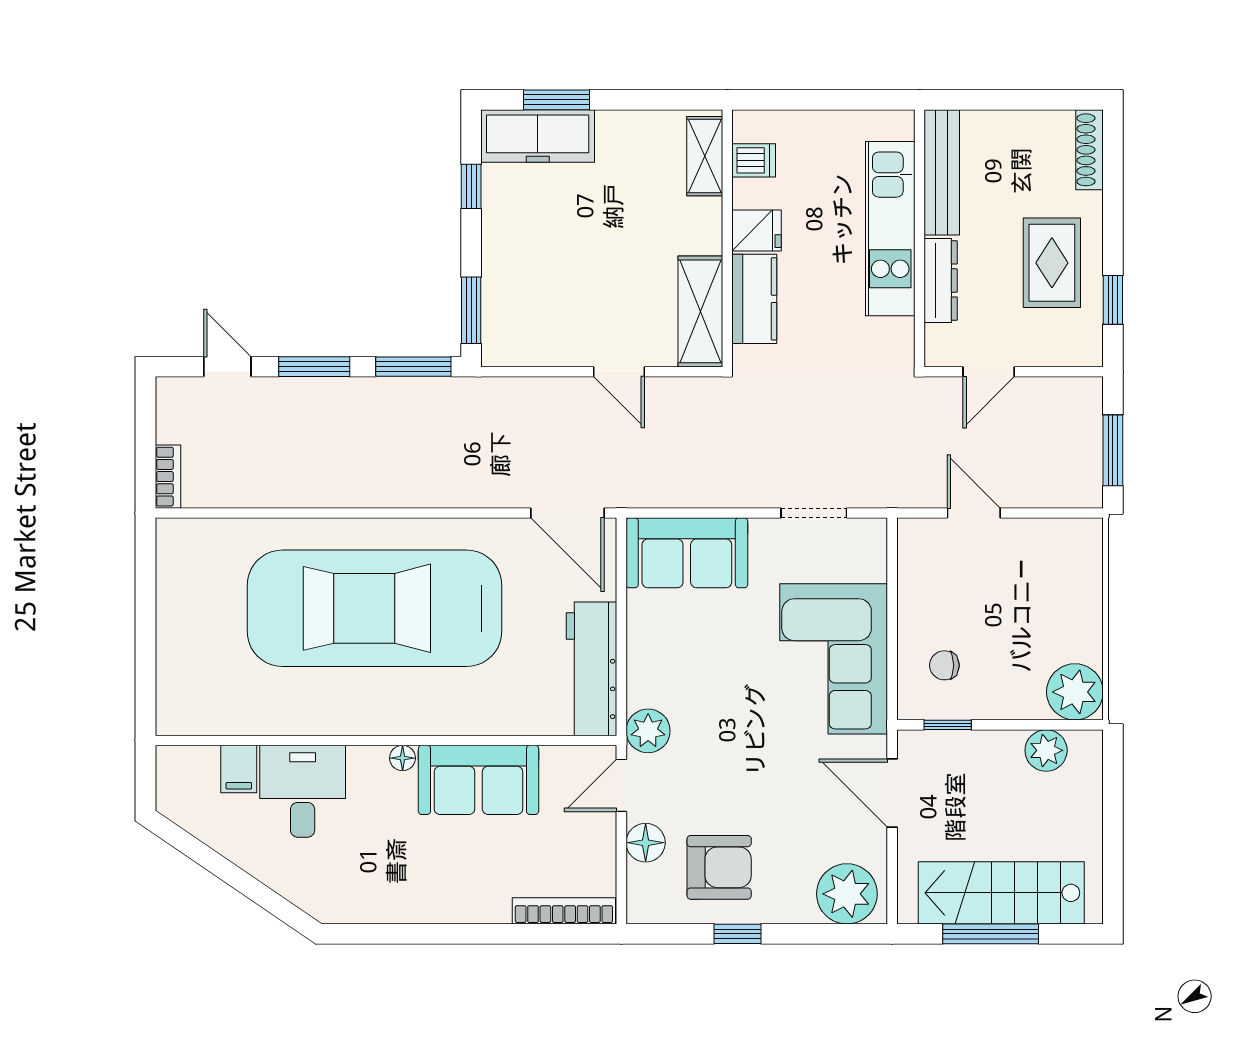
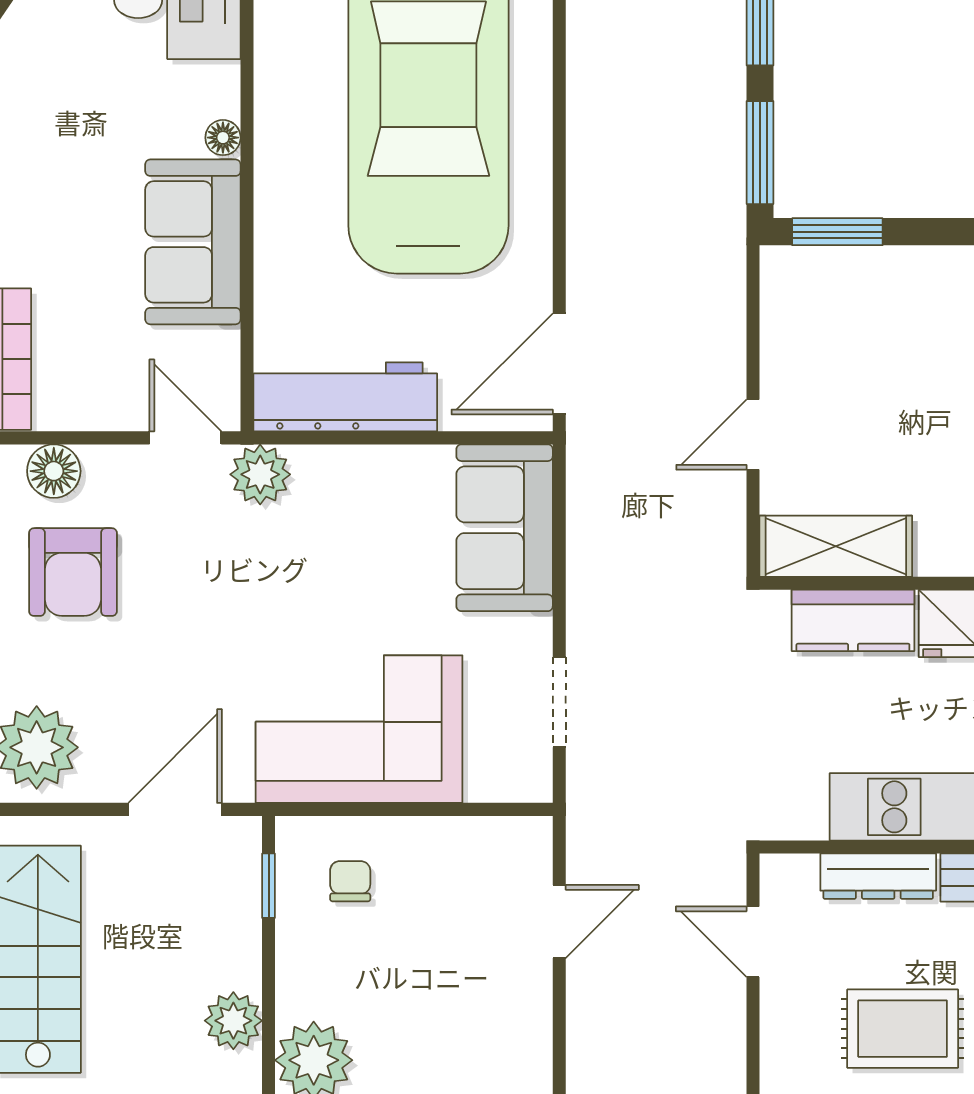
floor lamp: (646, 843) -> (54, 471), moved

